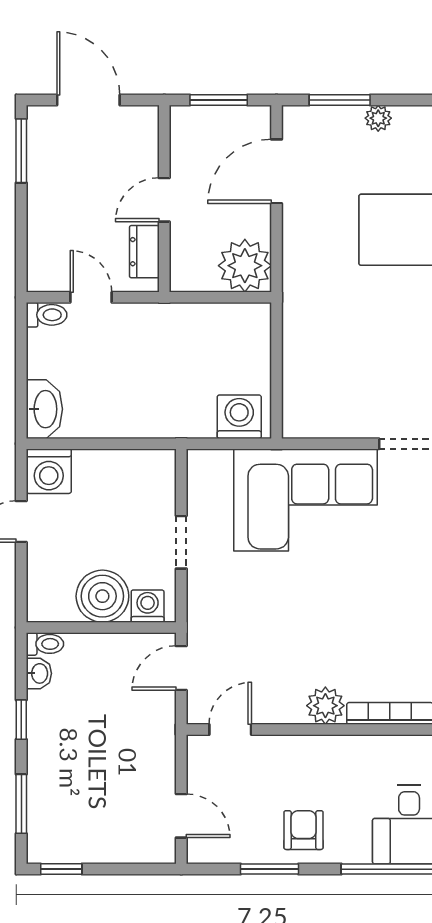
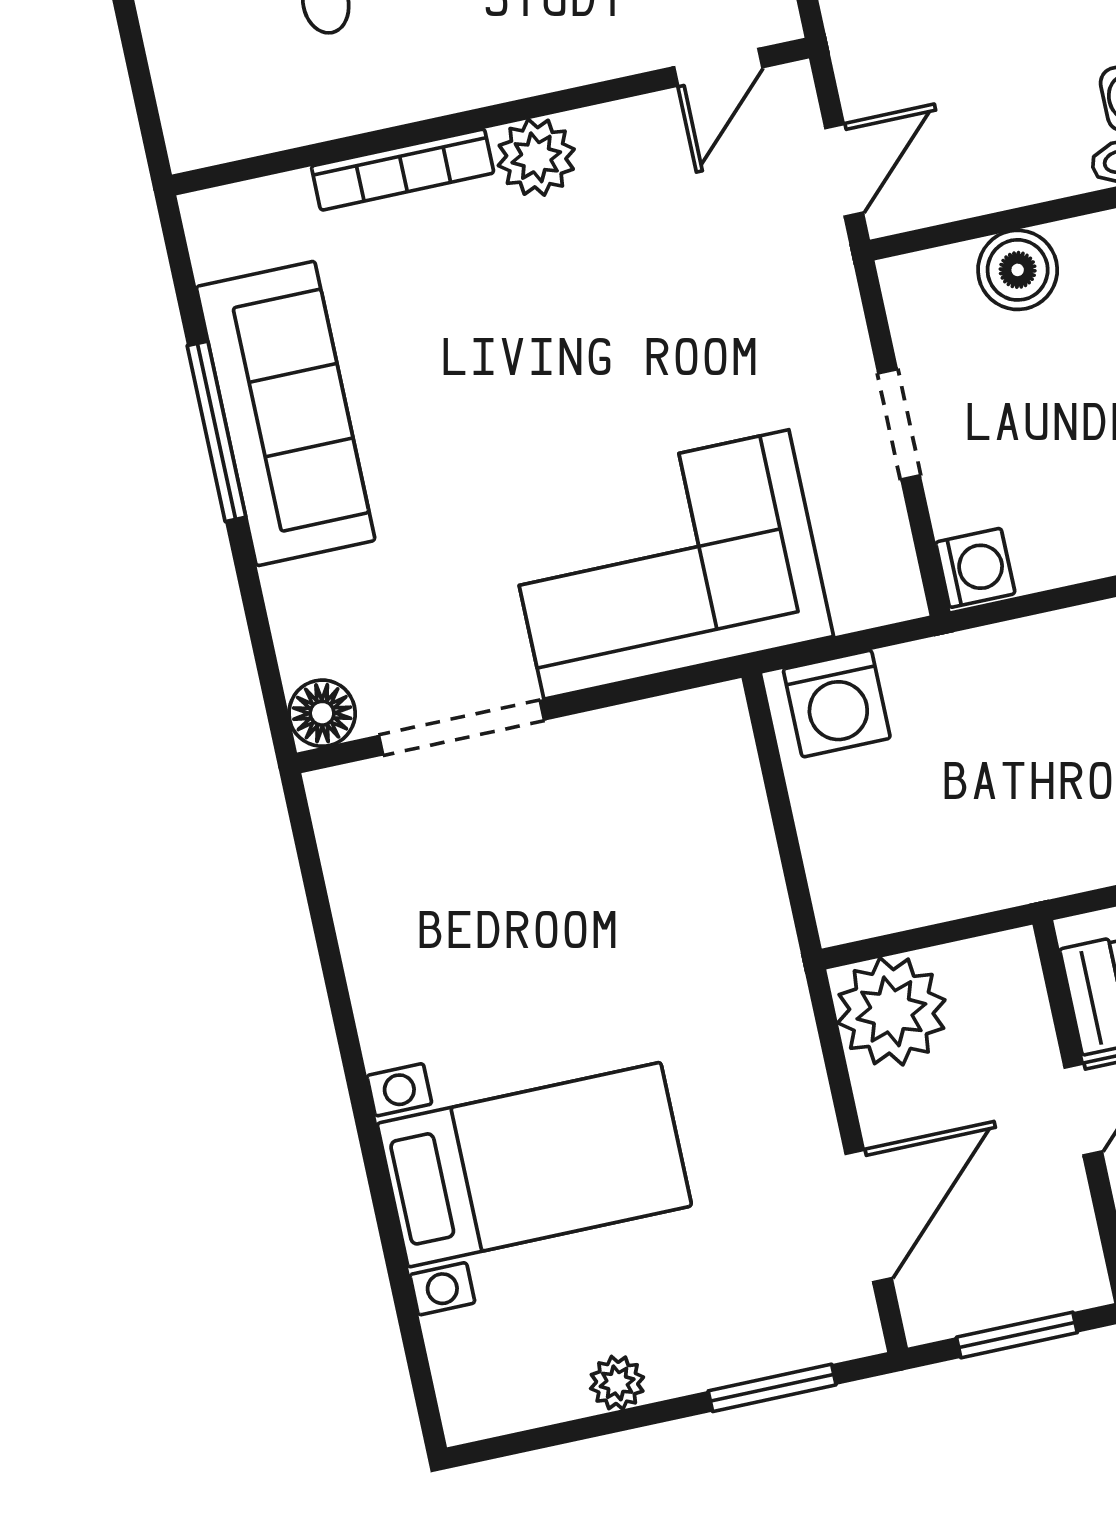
plant: (378, 118) -> (617, 1383), moved
boiler: (102, 596) -> (1018, 270), width x0.73, depth x0.73
washing machine: (148, 606) -> (975, 568), moved, turned -90

